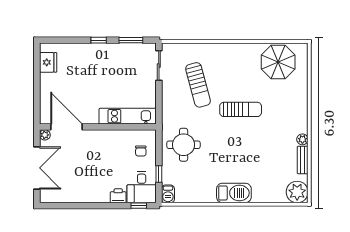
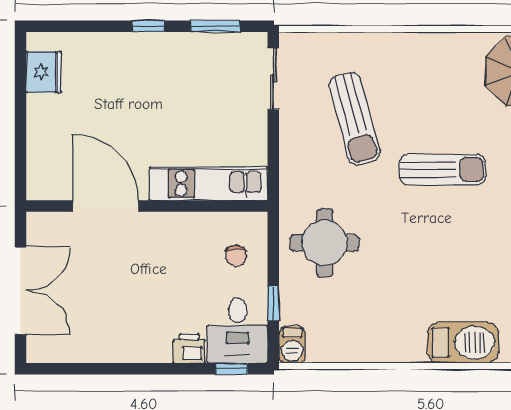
door: (67, 127) -> (106, 206), moved
plant: (45, 135) -> (37, 222), removed
barbecue: (234, 193) -> (463, 343), moved

